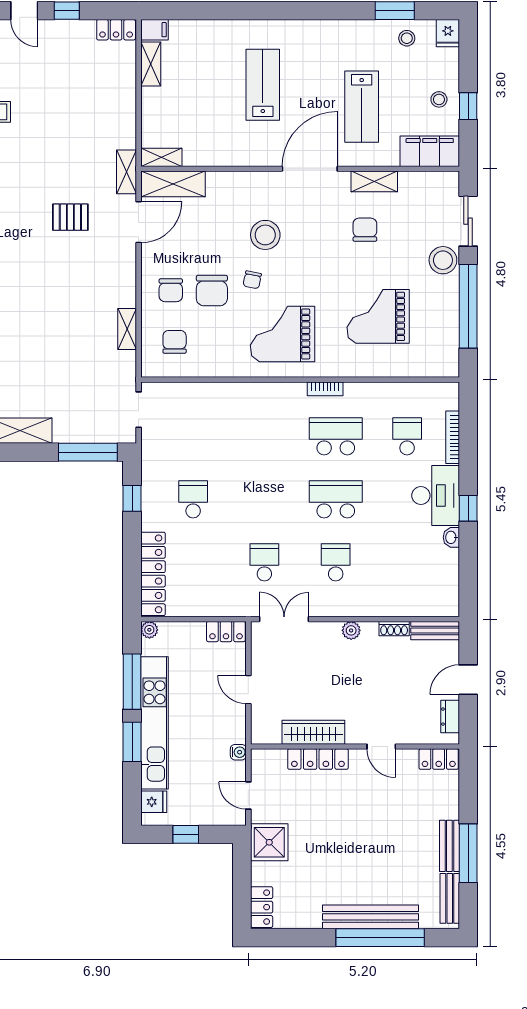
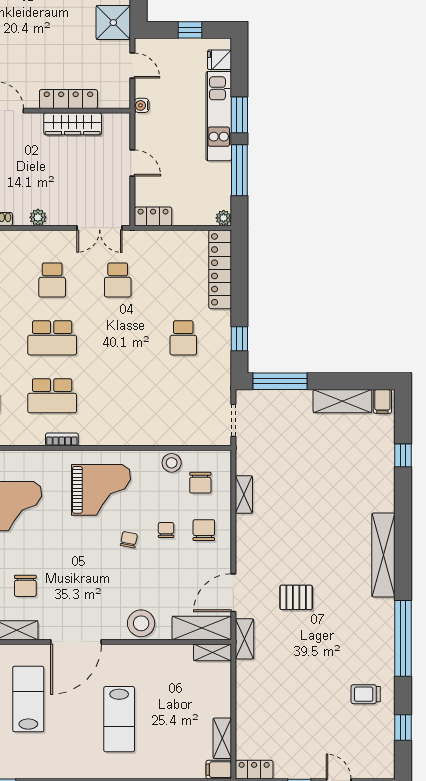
stool: (265, 235) -> (141, 623), moved
chair: (212, 290) -> (166, 530), width x0.54, depth x0.54
stool: (206, 363) -> (172, 463), added
kitchen unit: (155, 723) -> (219, 116), width x0.73

